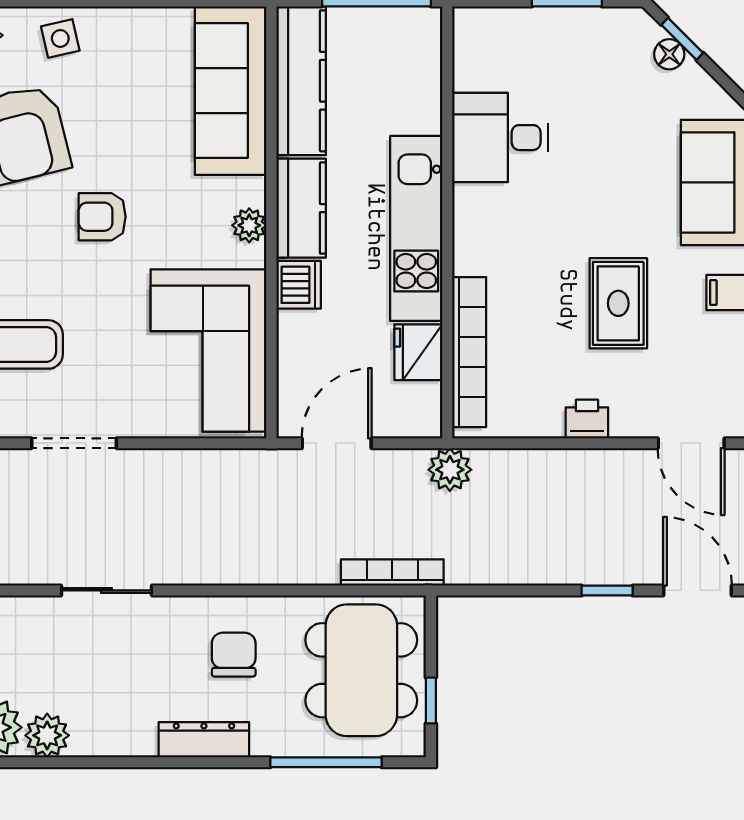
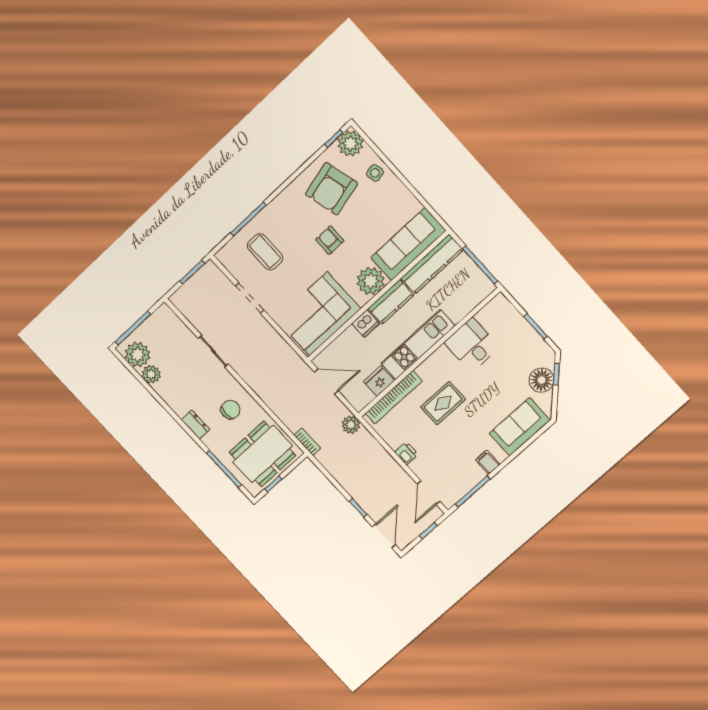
floor lamp: (669, 54) -> (542, 380), width x1.89, depth x1.89
plant: (249, 225) -> (371, 281), width x1.88, depth x1.88
rug: (618, 303) -> (443, 403), moved
bookcase: (392, 572) -> (307, 442), width x0.64
dresser: (204, 740) -> (196, 425), width x0.70

